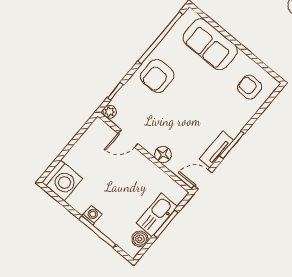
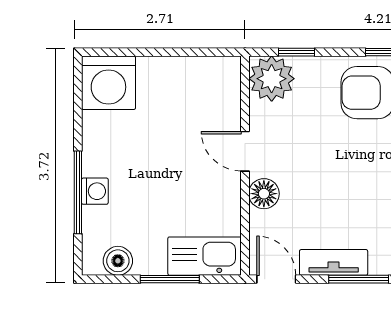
plant: (110, 112) -> (272, 79), width x1.88, depth x1.88
door: (128, 139) -> (245, 151), moved
washing machine: (92, 215) -> (95, 191), moved
kitchen sink: (157, 215) -> (205, 256), moved

